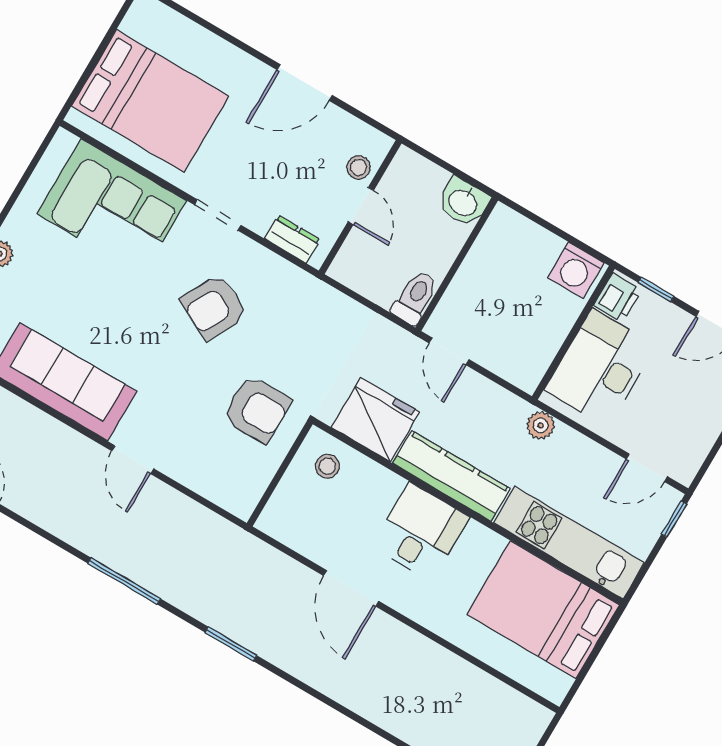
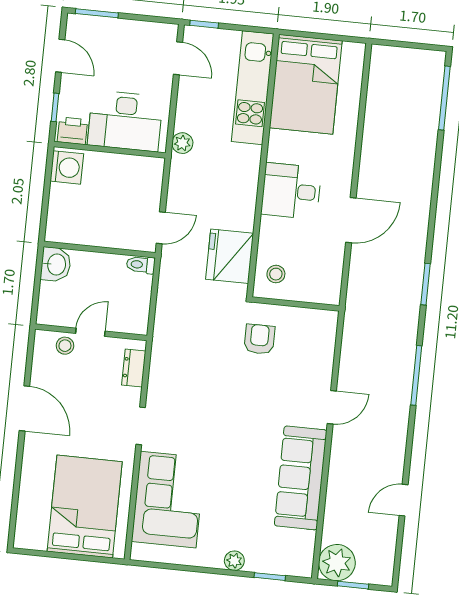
toilet: (415, 297) -> (141, 265), width x0.73, depth x0.72
armchair: (214, 307) -> (204, 400), removed
armchair: (257, 409) -> (259, 339), width x0.72, depth x0.72
kitchen counter: (451, 476) -> (244, 188), removed

